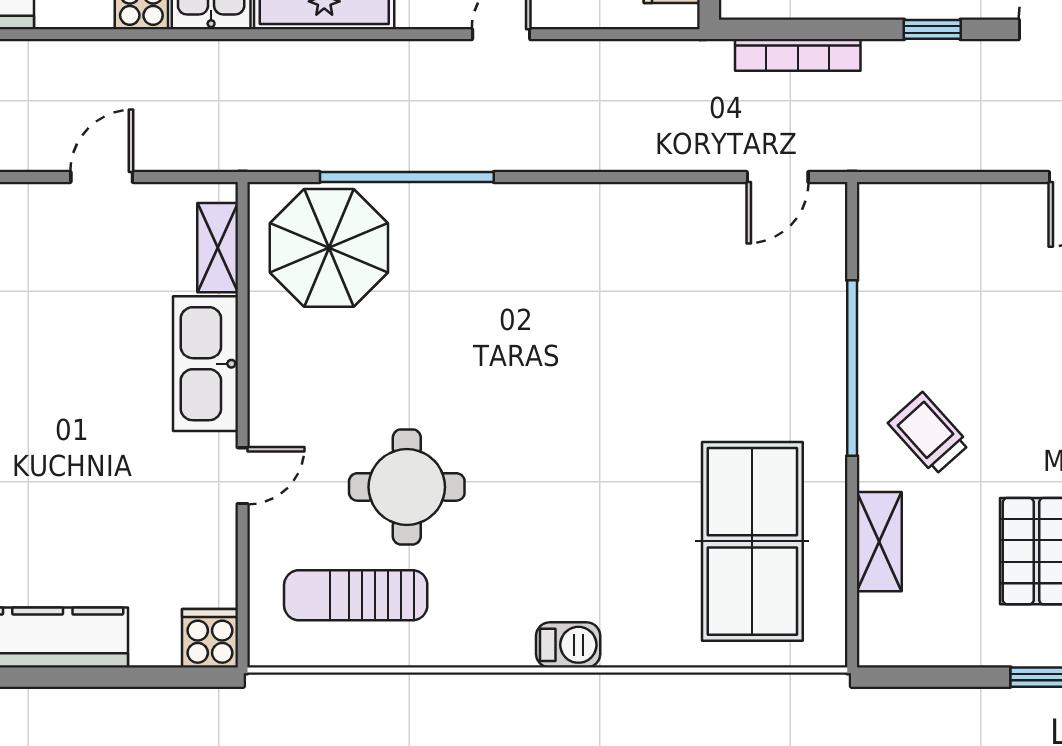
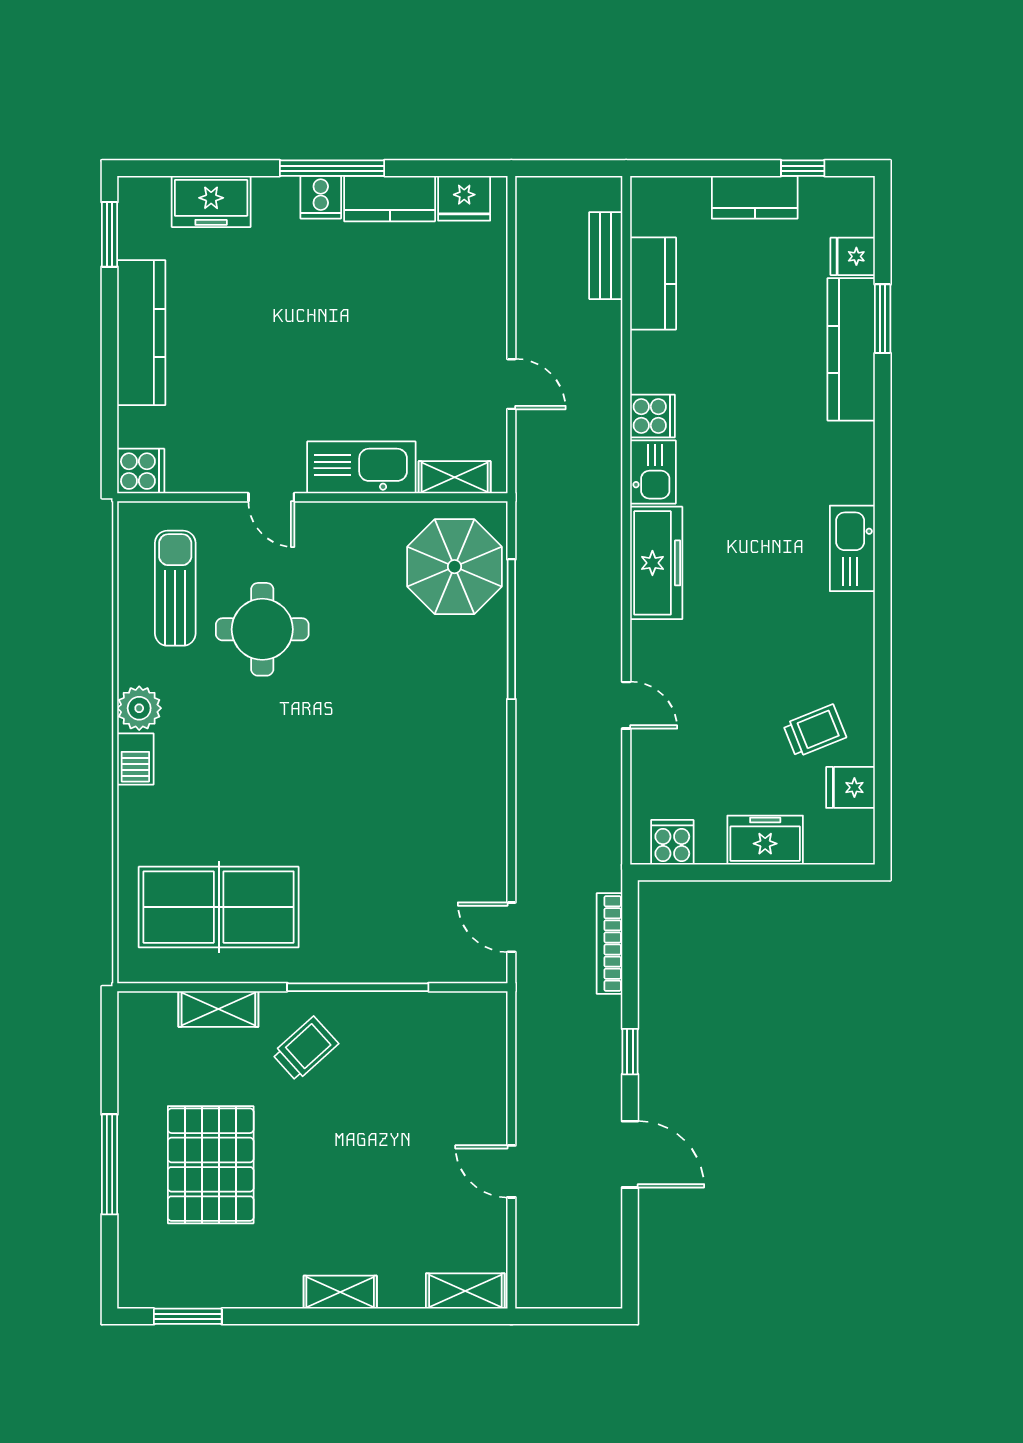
plant: (505, 640) -> (139, 708), added

